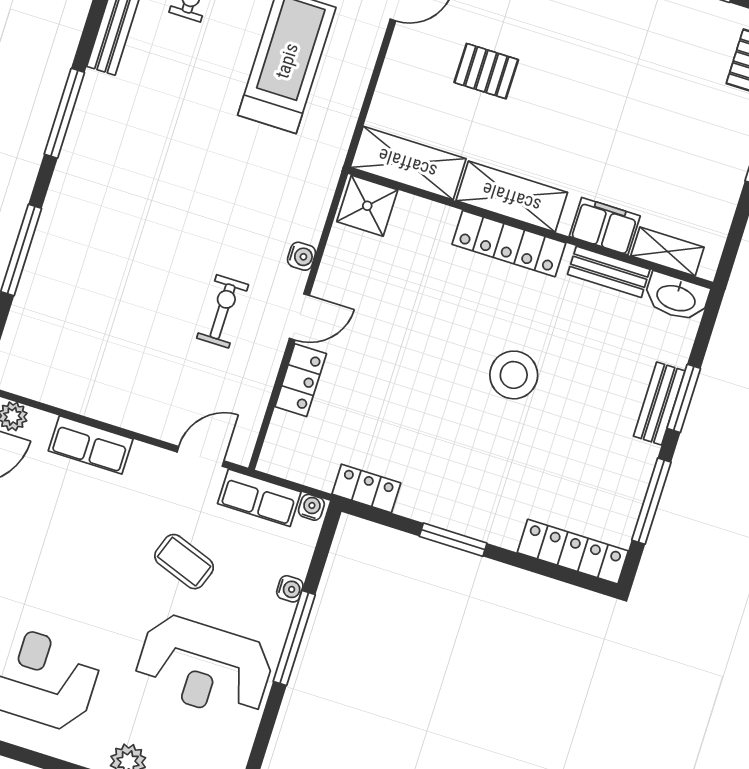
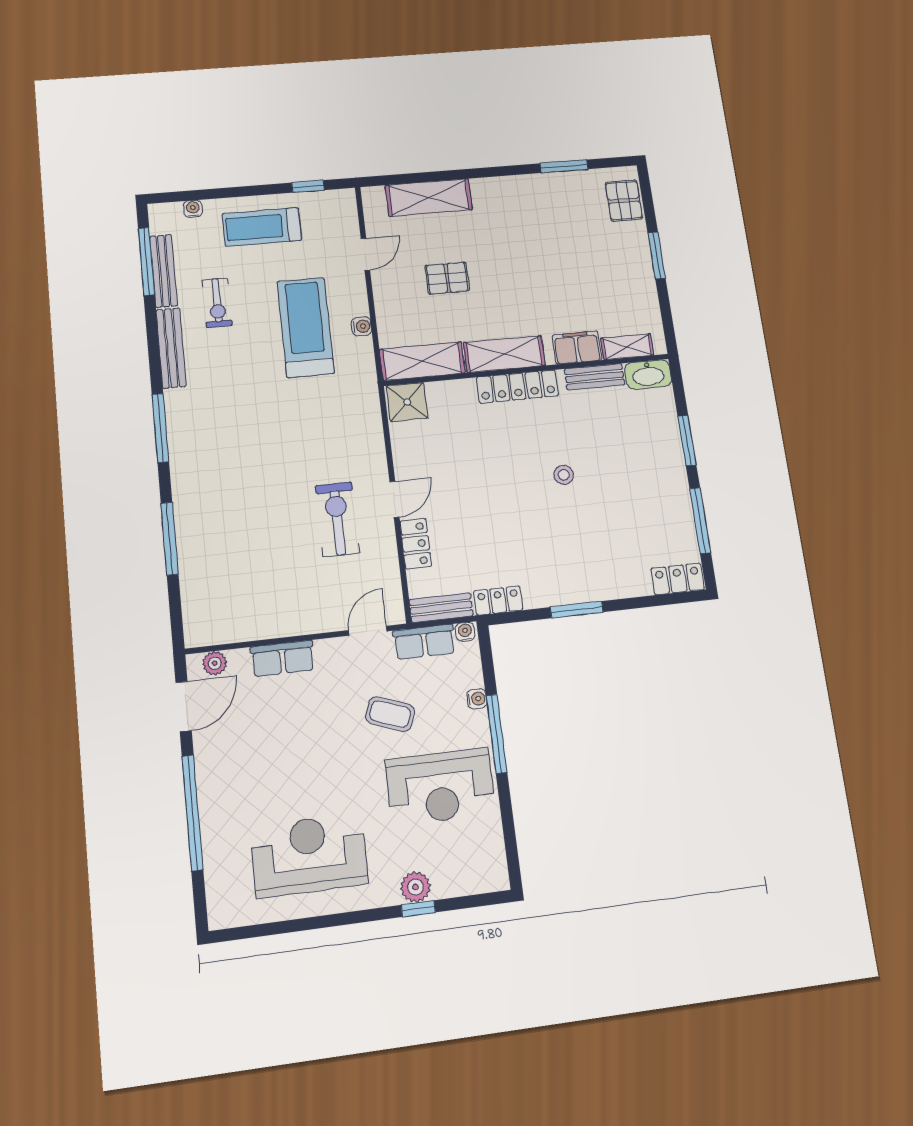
water cooler: (302, 256) -> (362, 326), moved
exercise bike: (223, 311) -> (337, 519), width x1.38, depth x1.39
stool: (514, 375) -> (564, 475), width x0.53, depth x0.53
bench: (659, 403) -> (441, 608), moved, turned 90
locker: (573, 552) -> (678, 579), width x0.66

